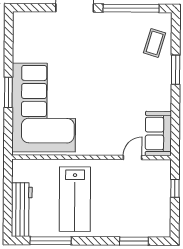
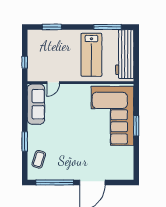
sofa: (158, 134) -> (36, 104), width x1.36
lab bench: (75, 199) -> (91, 55), turned 180
workbench: (22, 210) -> (125, 54), width x1.36, depth x1.32

